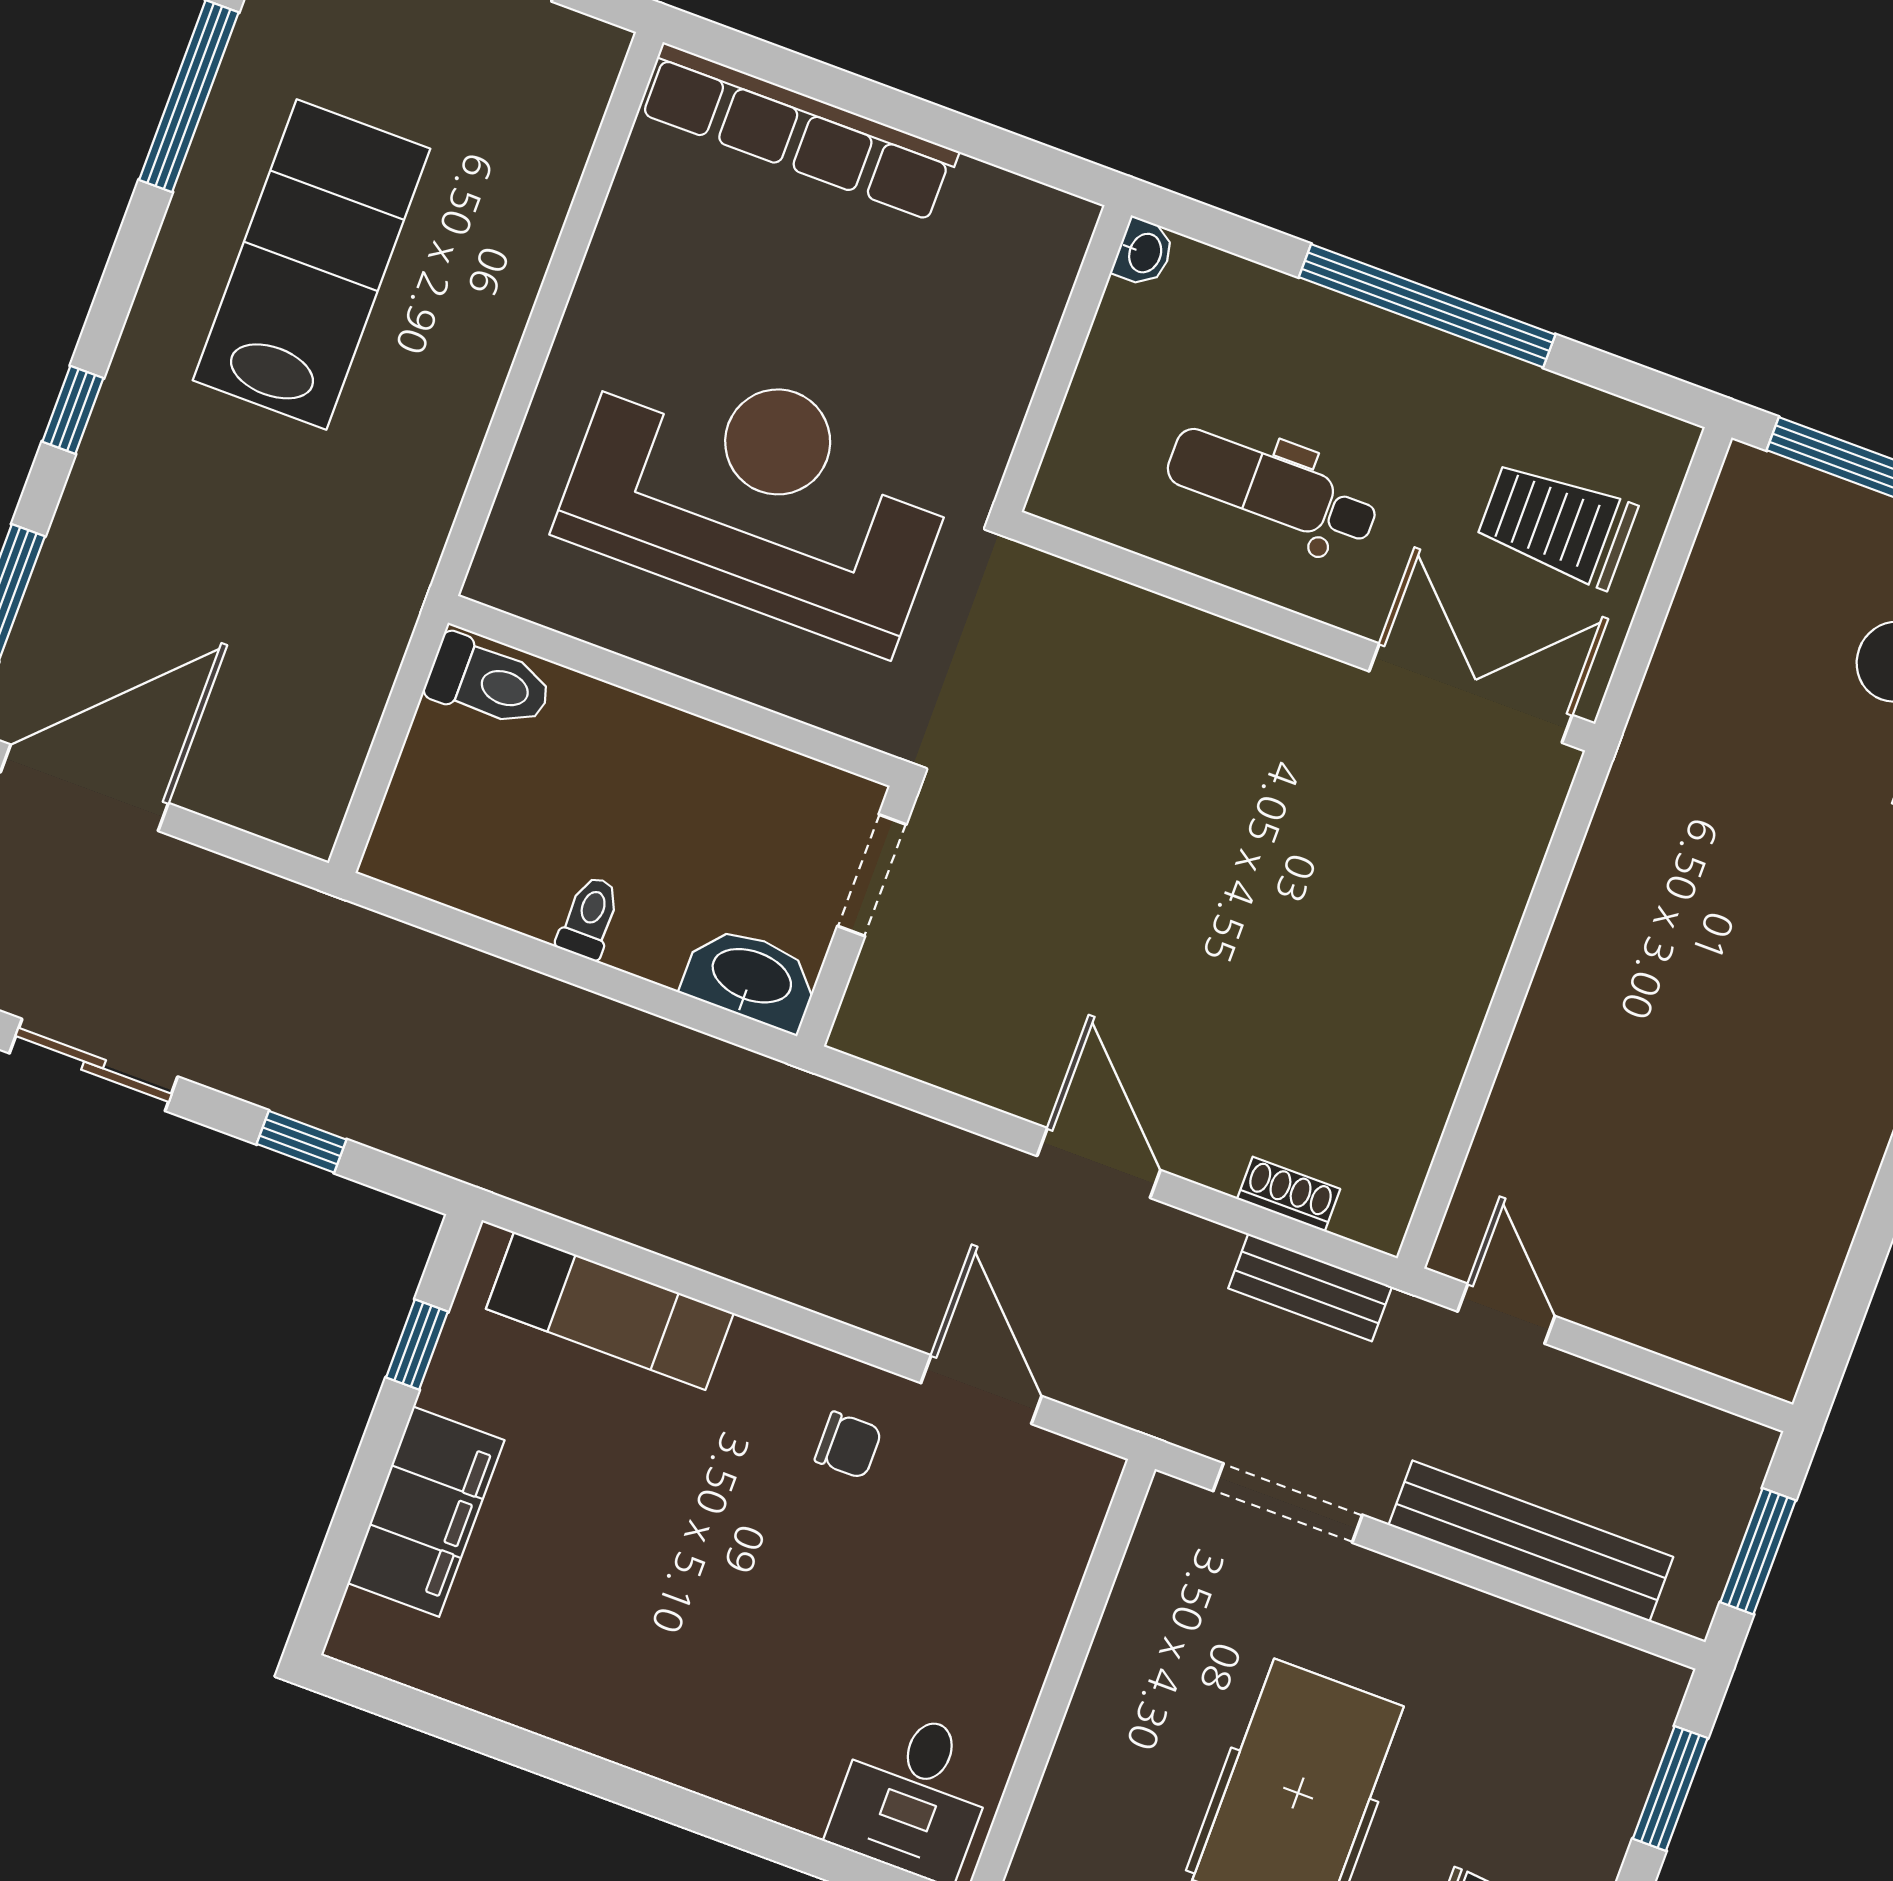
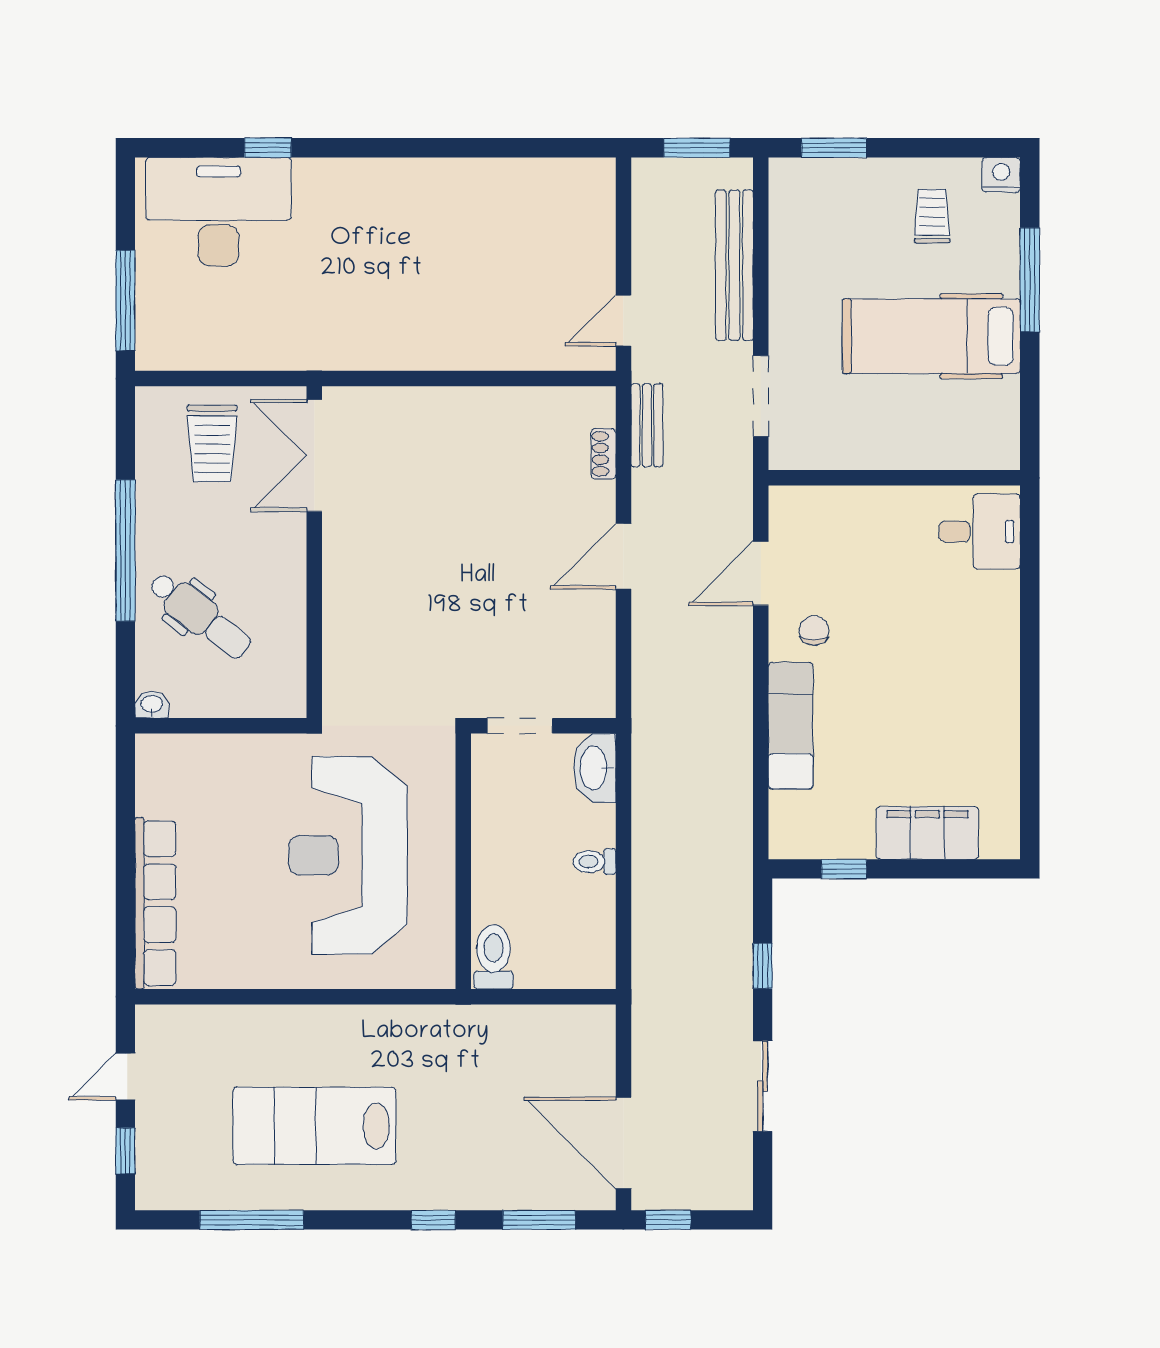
dental chair: (1272, 488) -> (200, 616), moved, turned -52
exam couch: (610, 1311) -> (791, 726), moved

